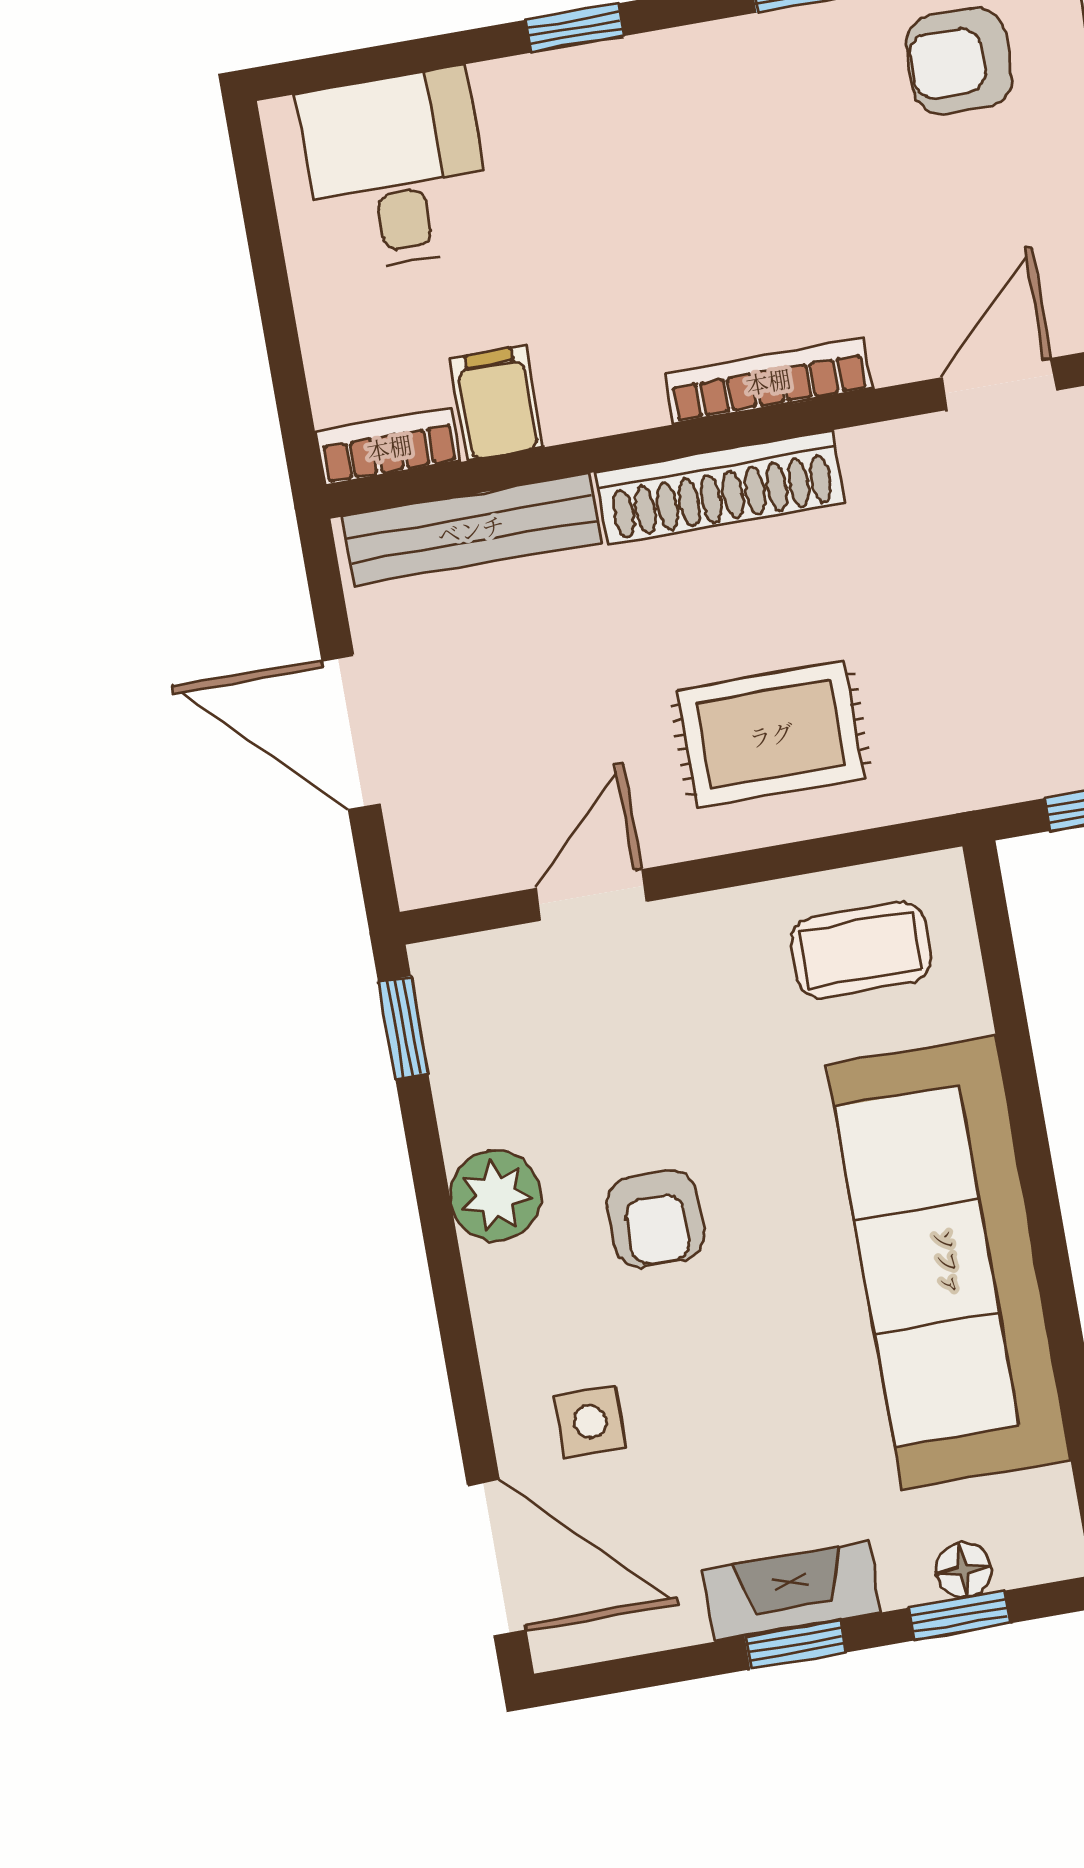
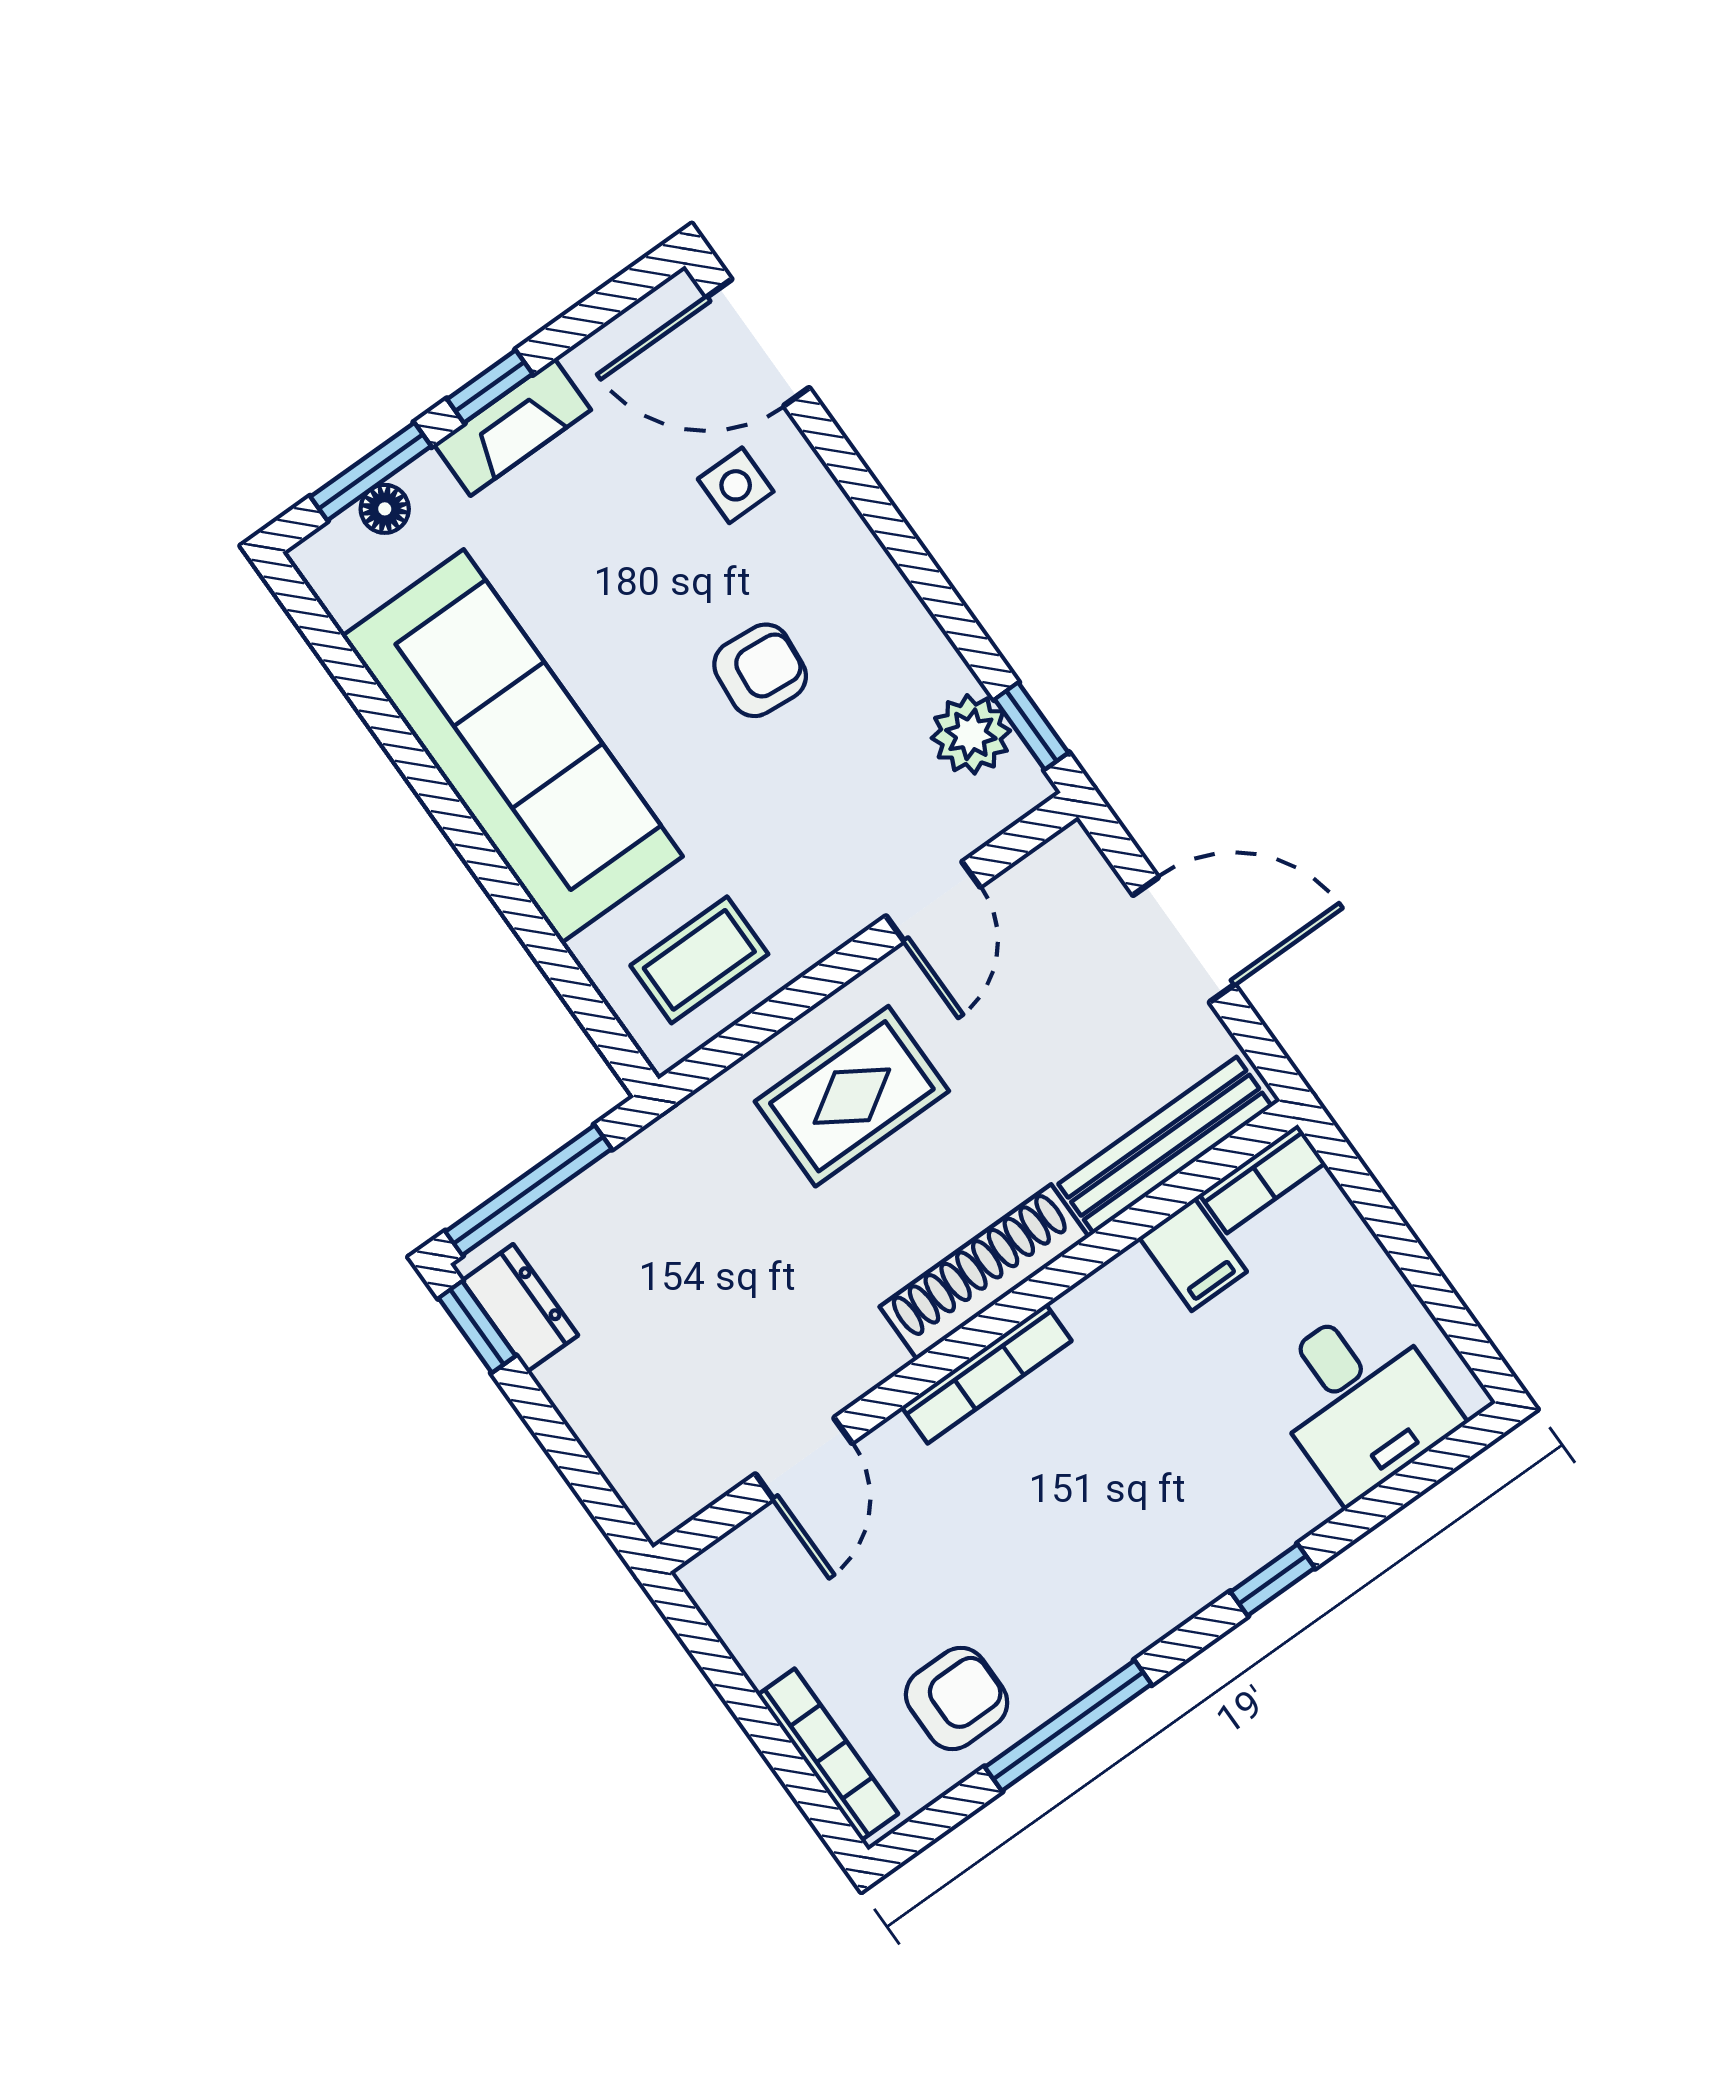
plant: (496, 1196) -> (971, 734), moved
armchair: (656, 1219) -> (760, 670), turned 95
window: (960, 1615) -> (371, 471), width x1.50

